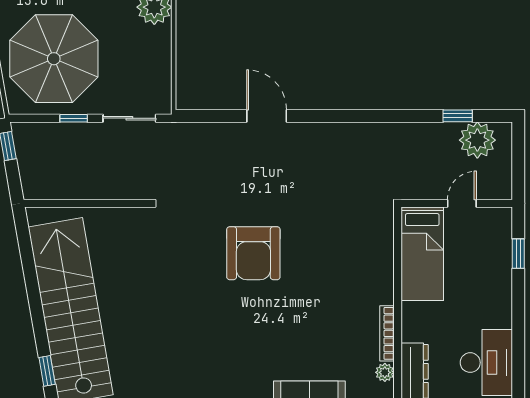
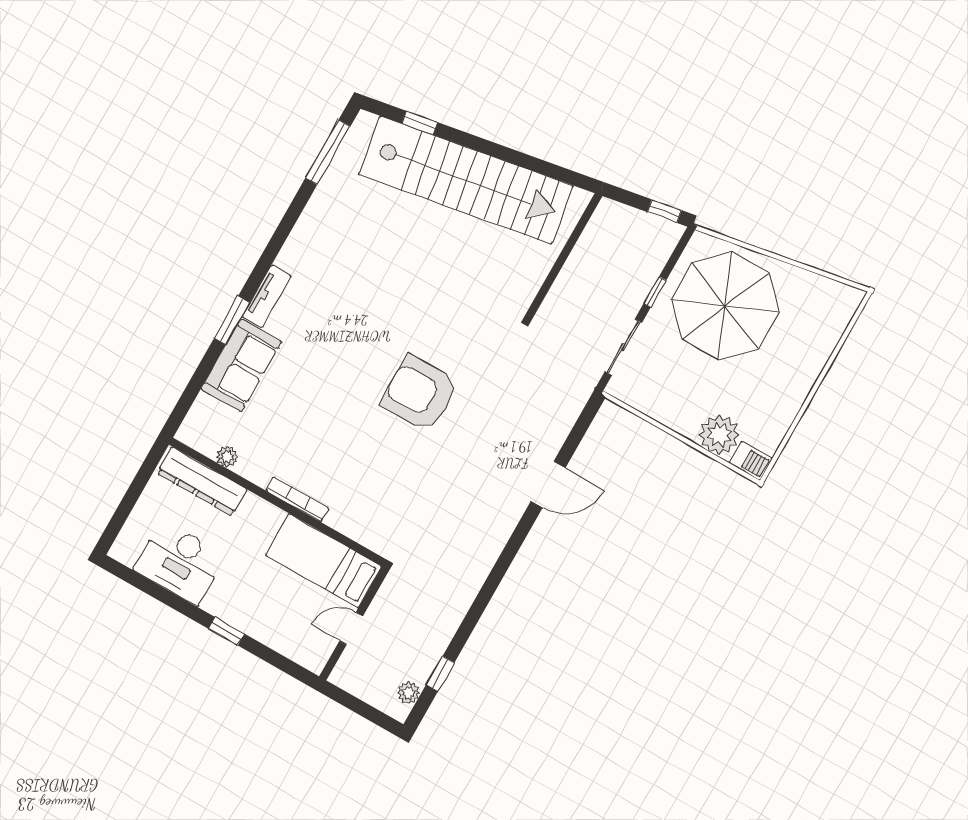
plant: (477, 140) -> (409, 693), width x0.53, depth x0.53
door: (462, 203) -> (351, 628), swing flipped
window: (518, 254) -> (226, 631), moved
bookcase: (387, 333) -> (297, 499), moved

